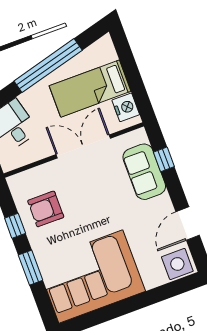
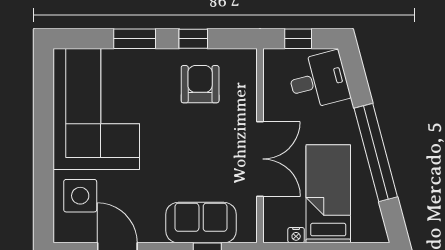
nightstand: (126, 107) -> (296, 235), width x0.53, depth x0.56
side table: (177, 264) -> (80, 196), moved

